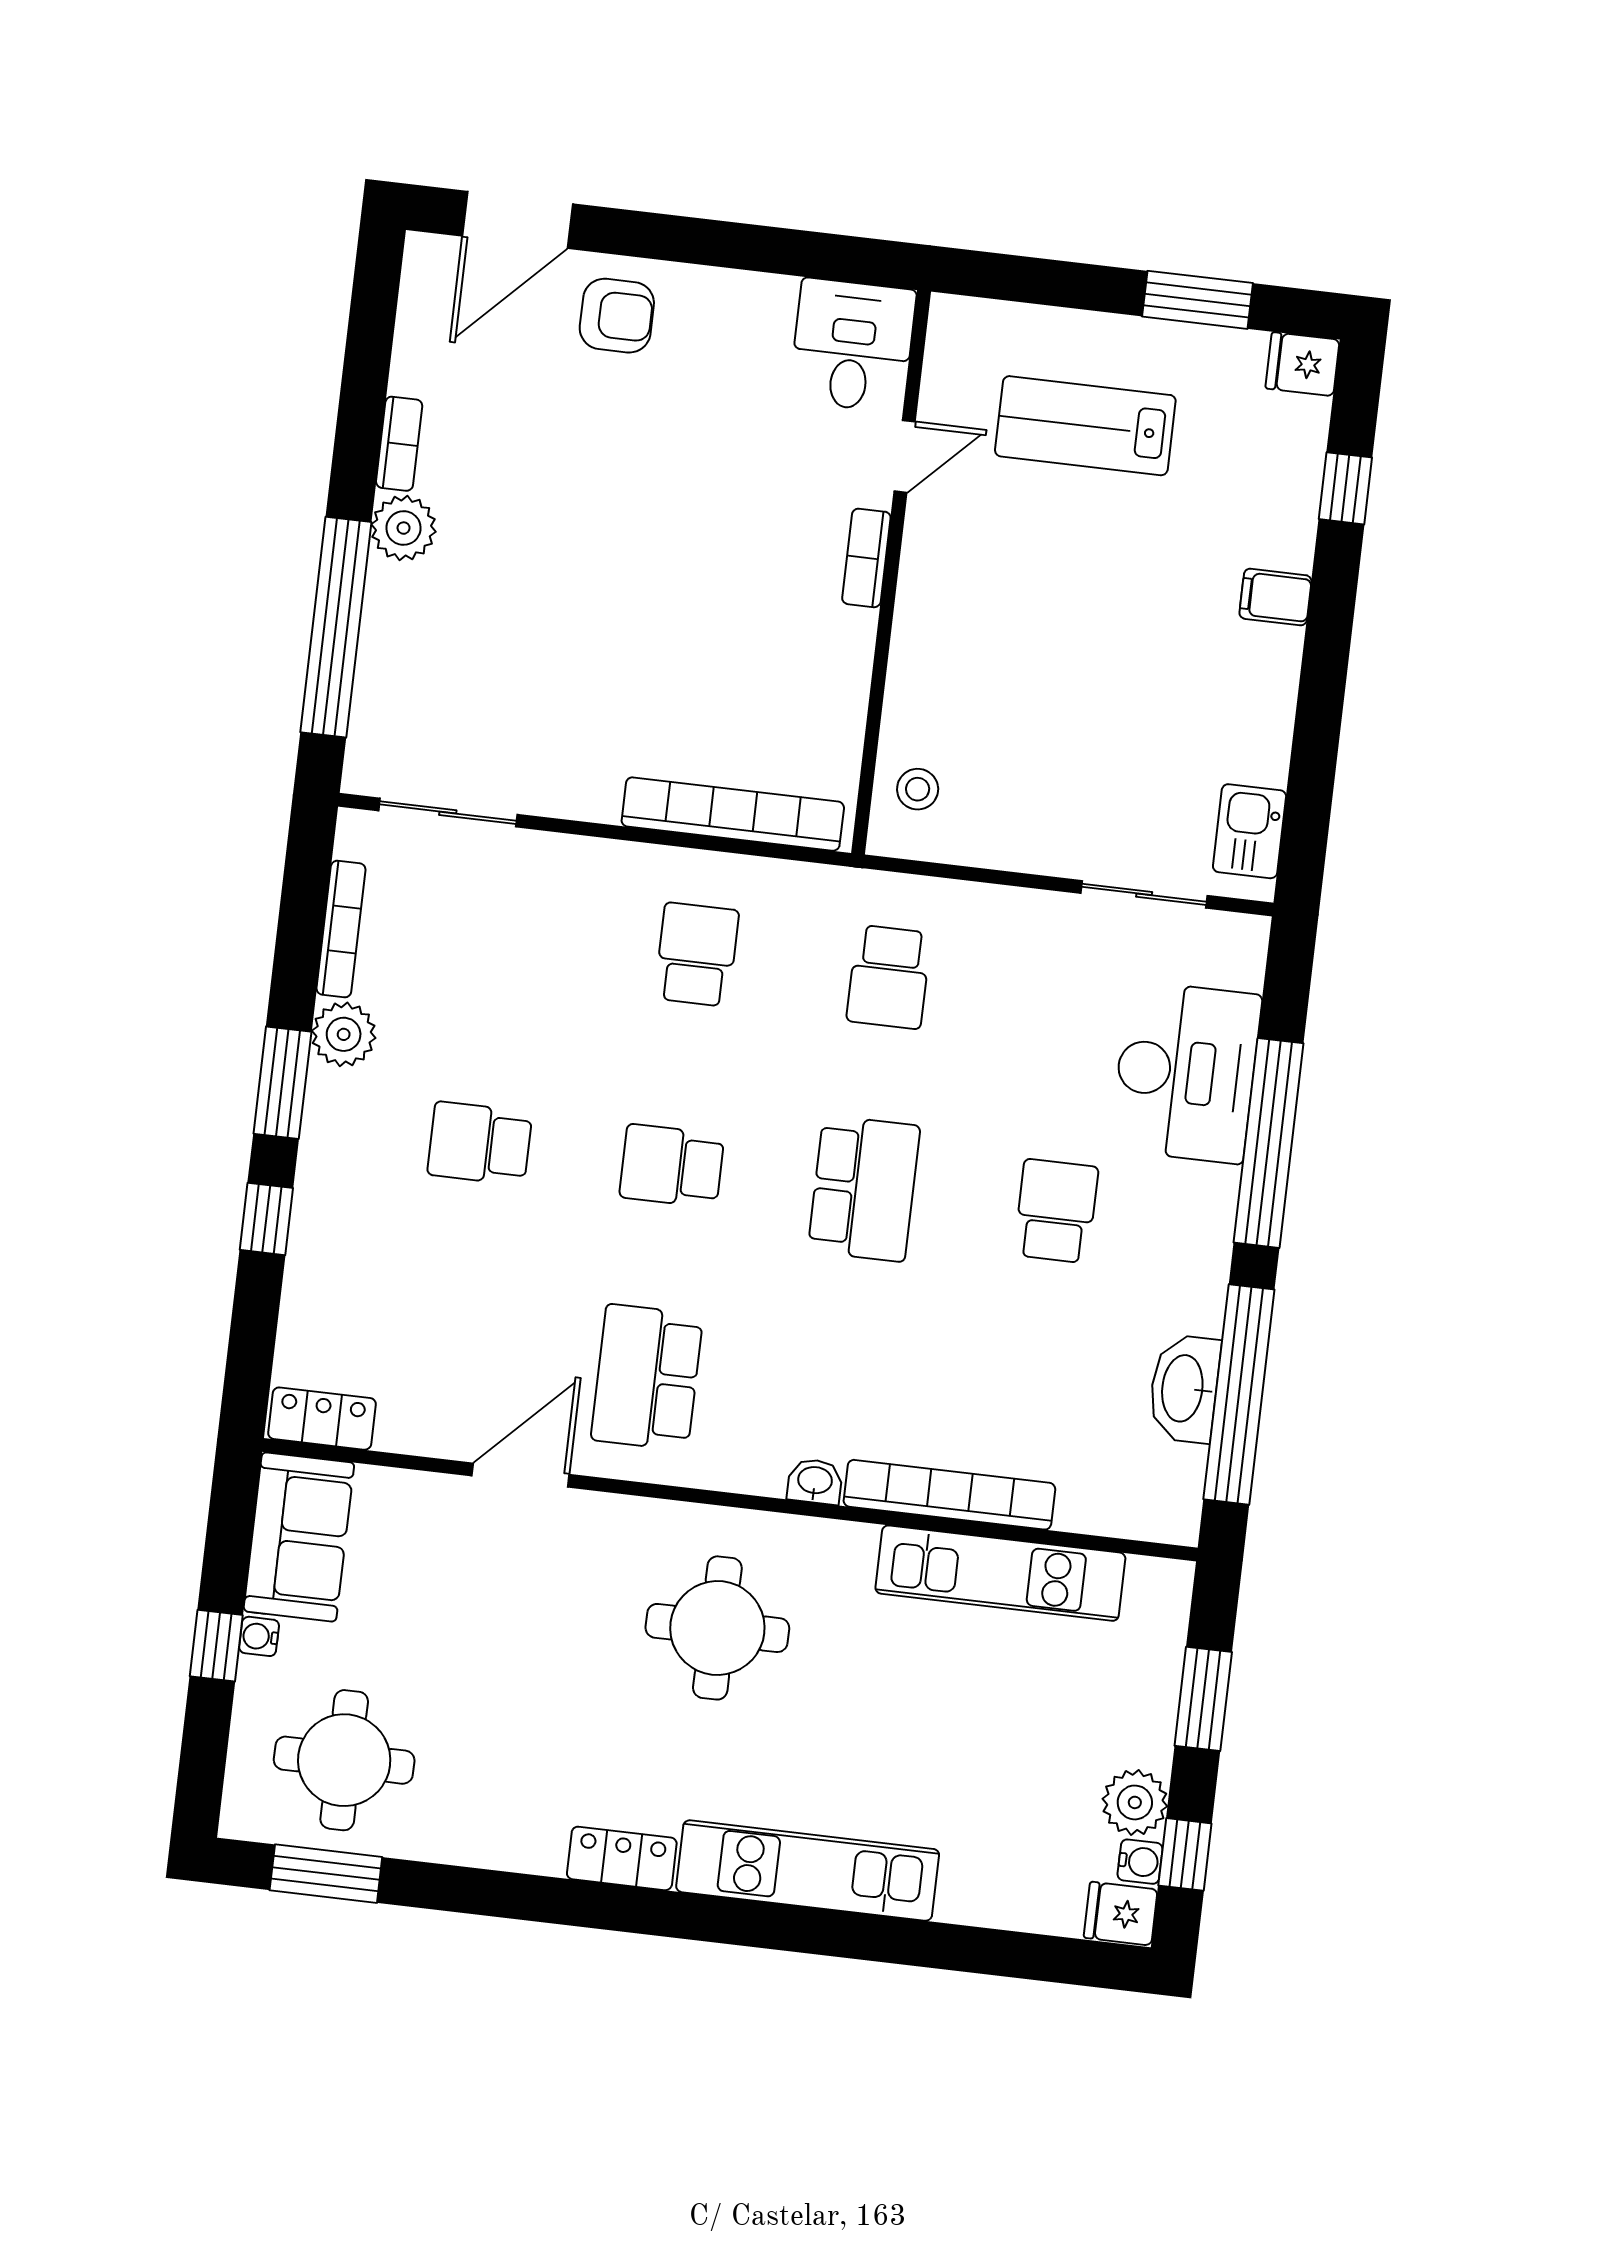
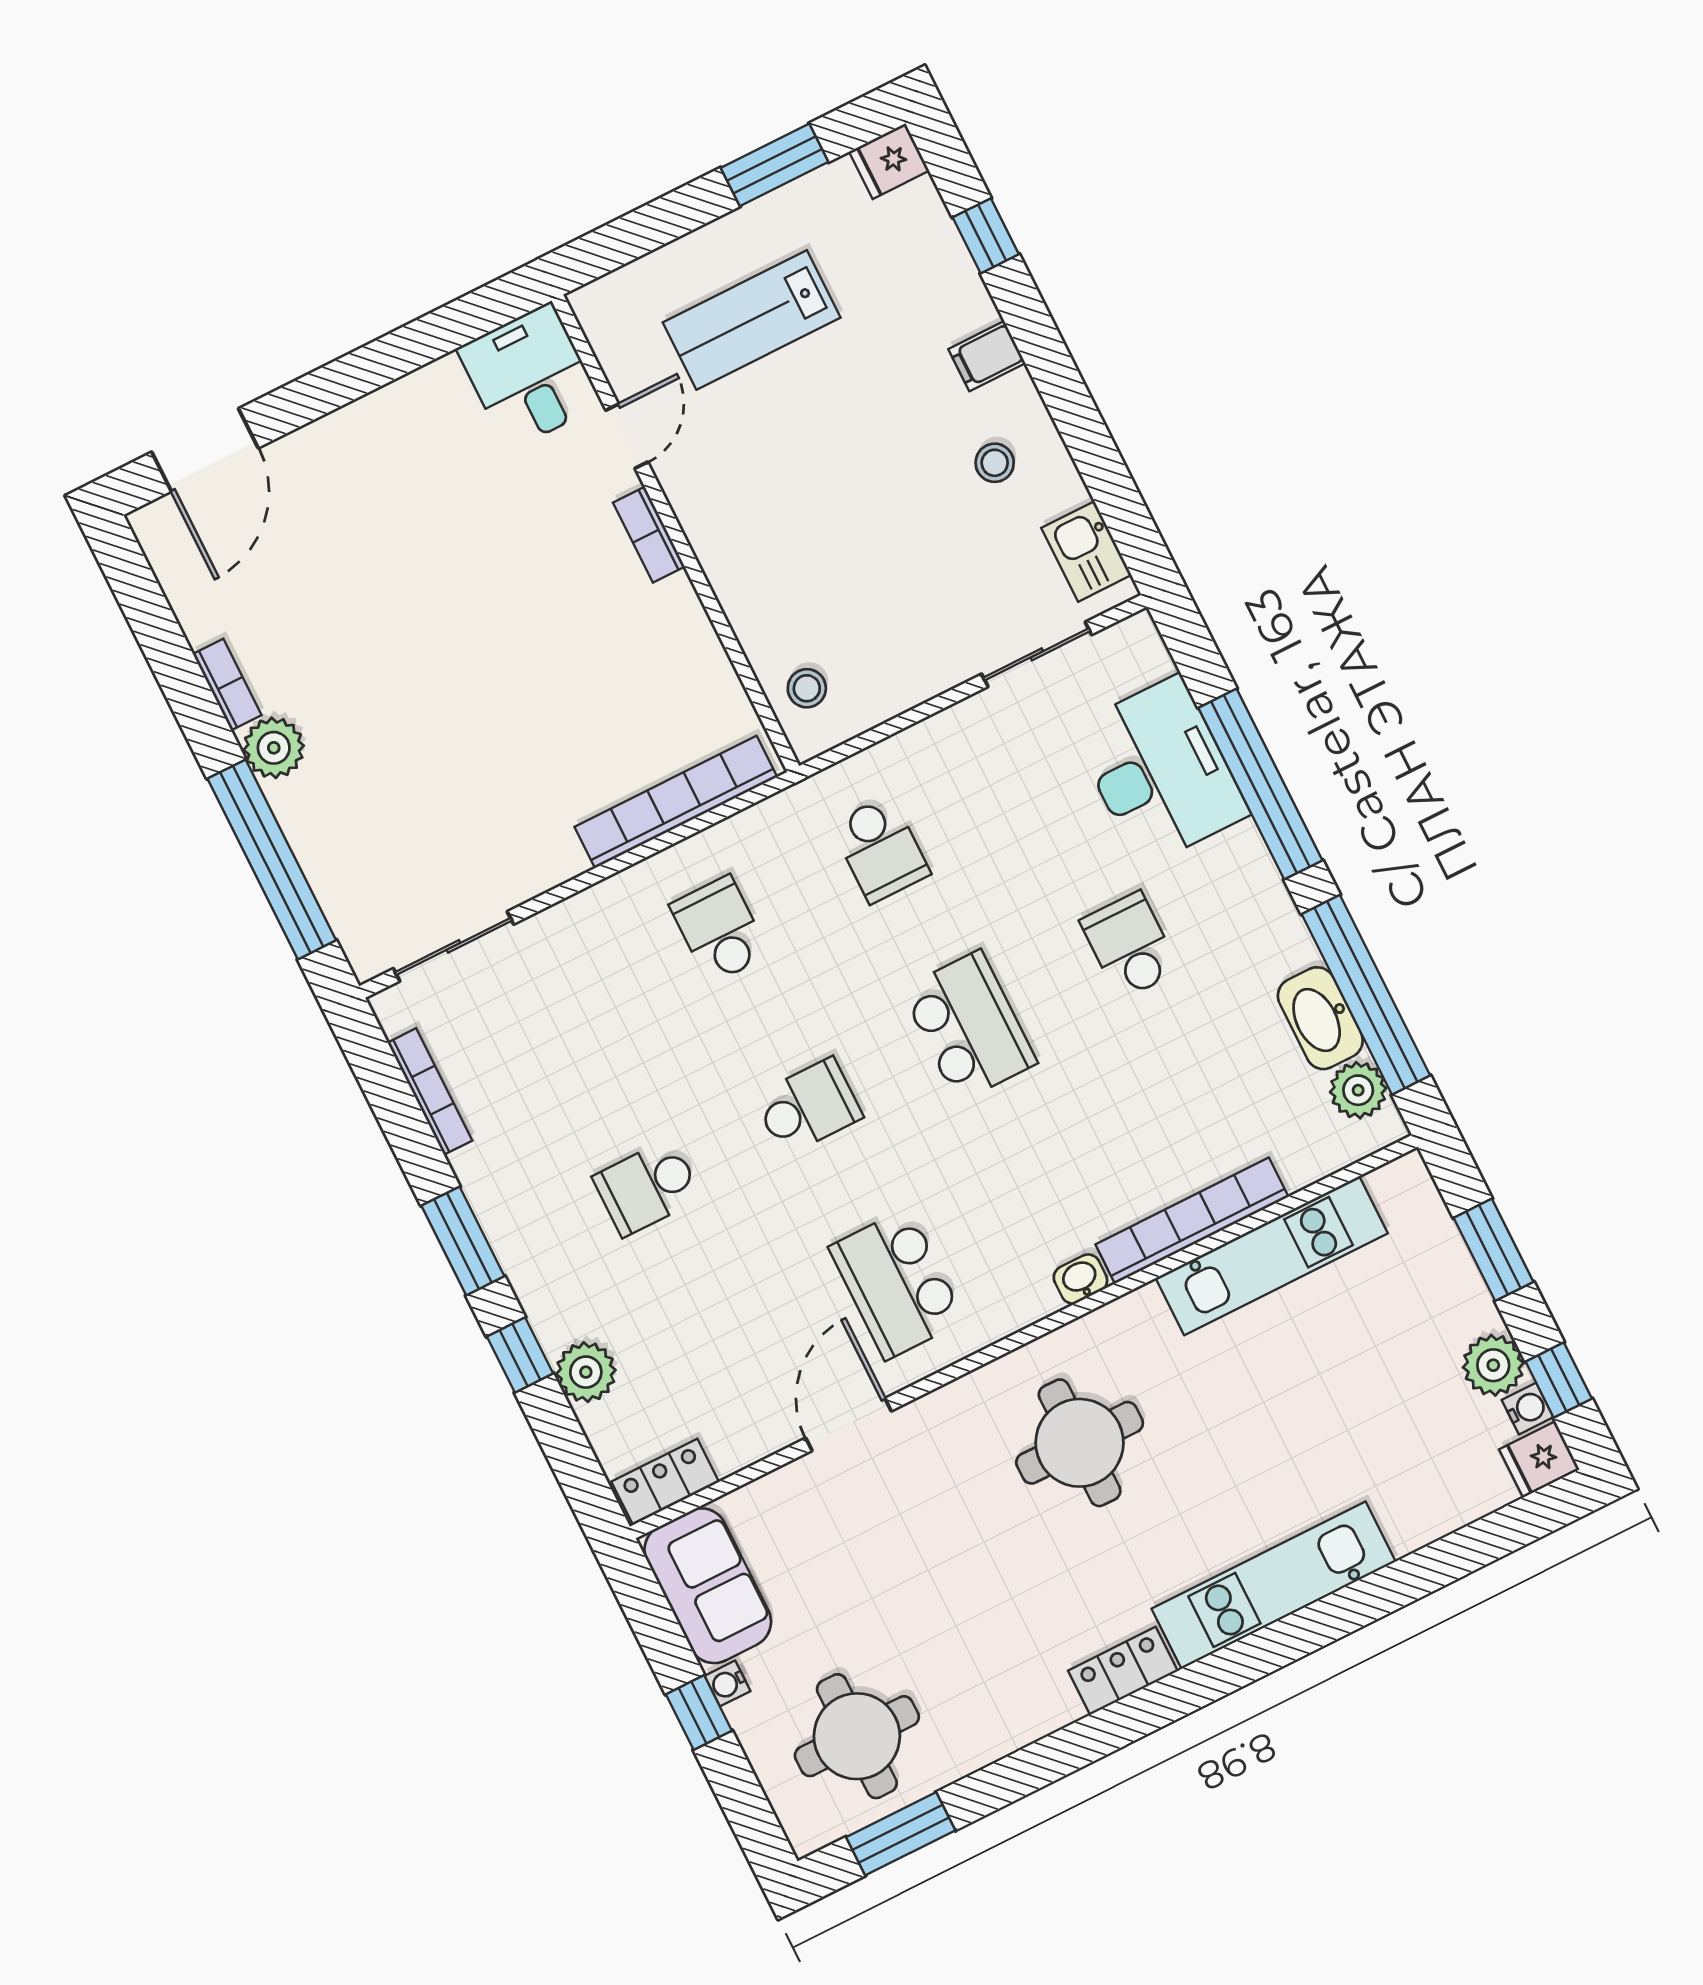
armchair: (617, 316) -> (331, 474), removed
stool: (1219, 697) -> (995, 463), added
plant: (344, 1034) -> (586, 1372), moved
school desk: (672, 1166) -> (808, 1107), turned 180
plant: (1176, 1476) -> (1358, 1090), added

